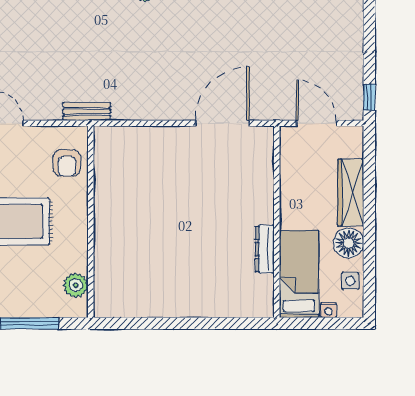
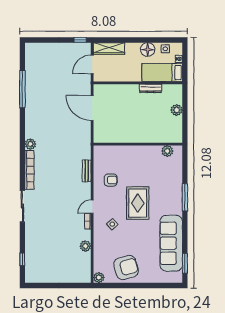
wardrobe: (351, 192) -> (109, 49), moved
wall: (91, 222) -> (138, 144), moved
plant: (76, 285) -> (167, 151), moved
plant: (218, 305) -> (177, 110), added

